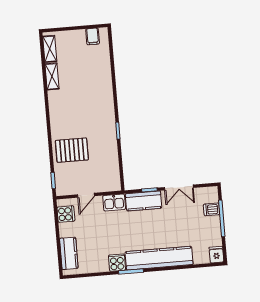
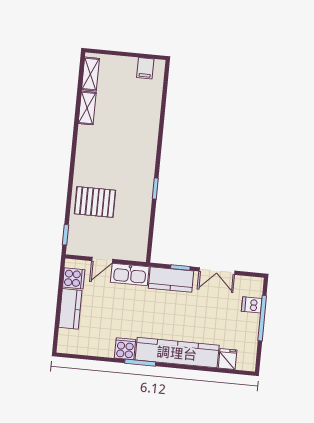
kitchen sink: (114, 202) -> (130, 274), width x1.38
kitchen counter: (69, 253) -> (70, 309), moved
fridge: (216, 255) -> (228, 359), moved

